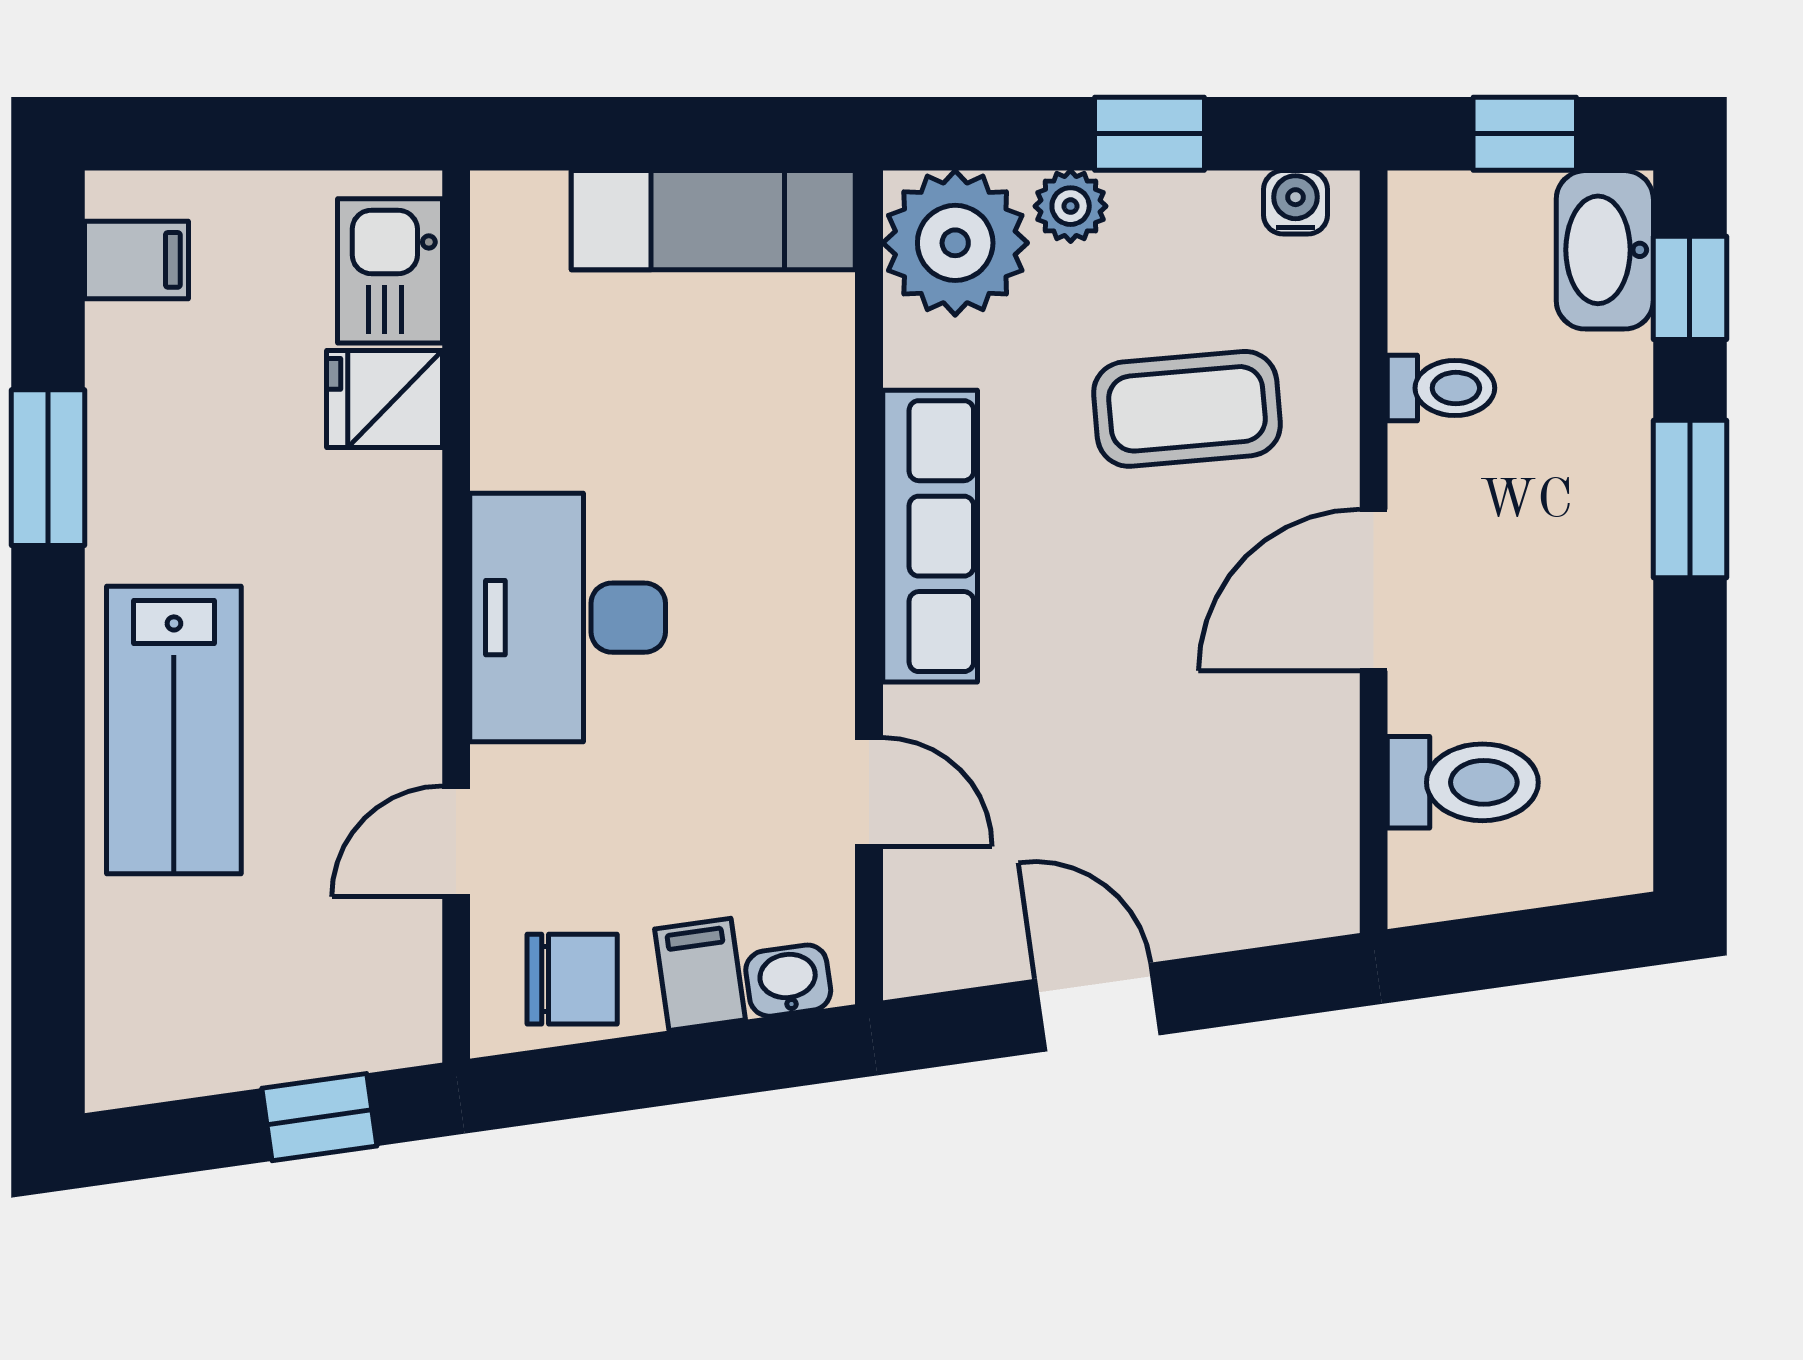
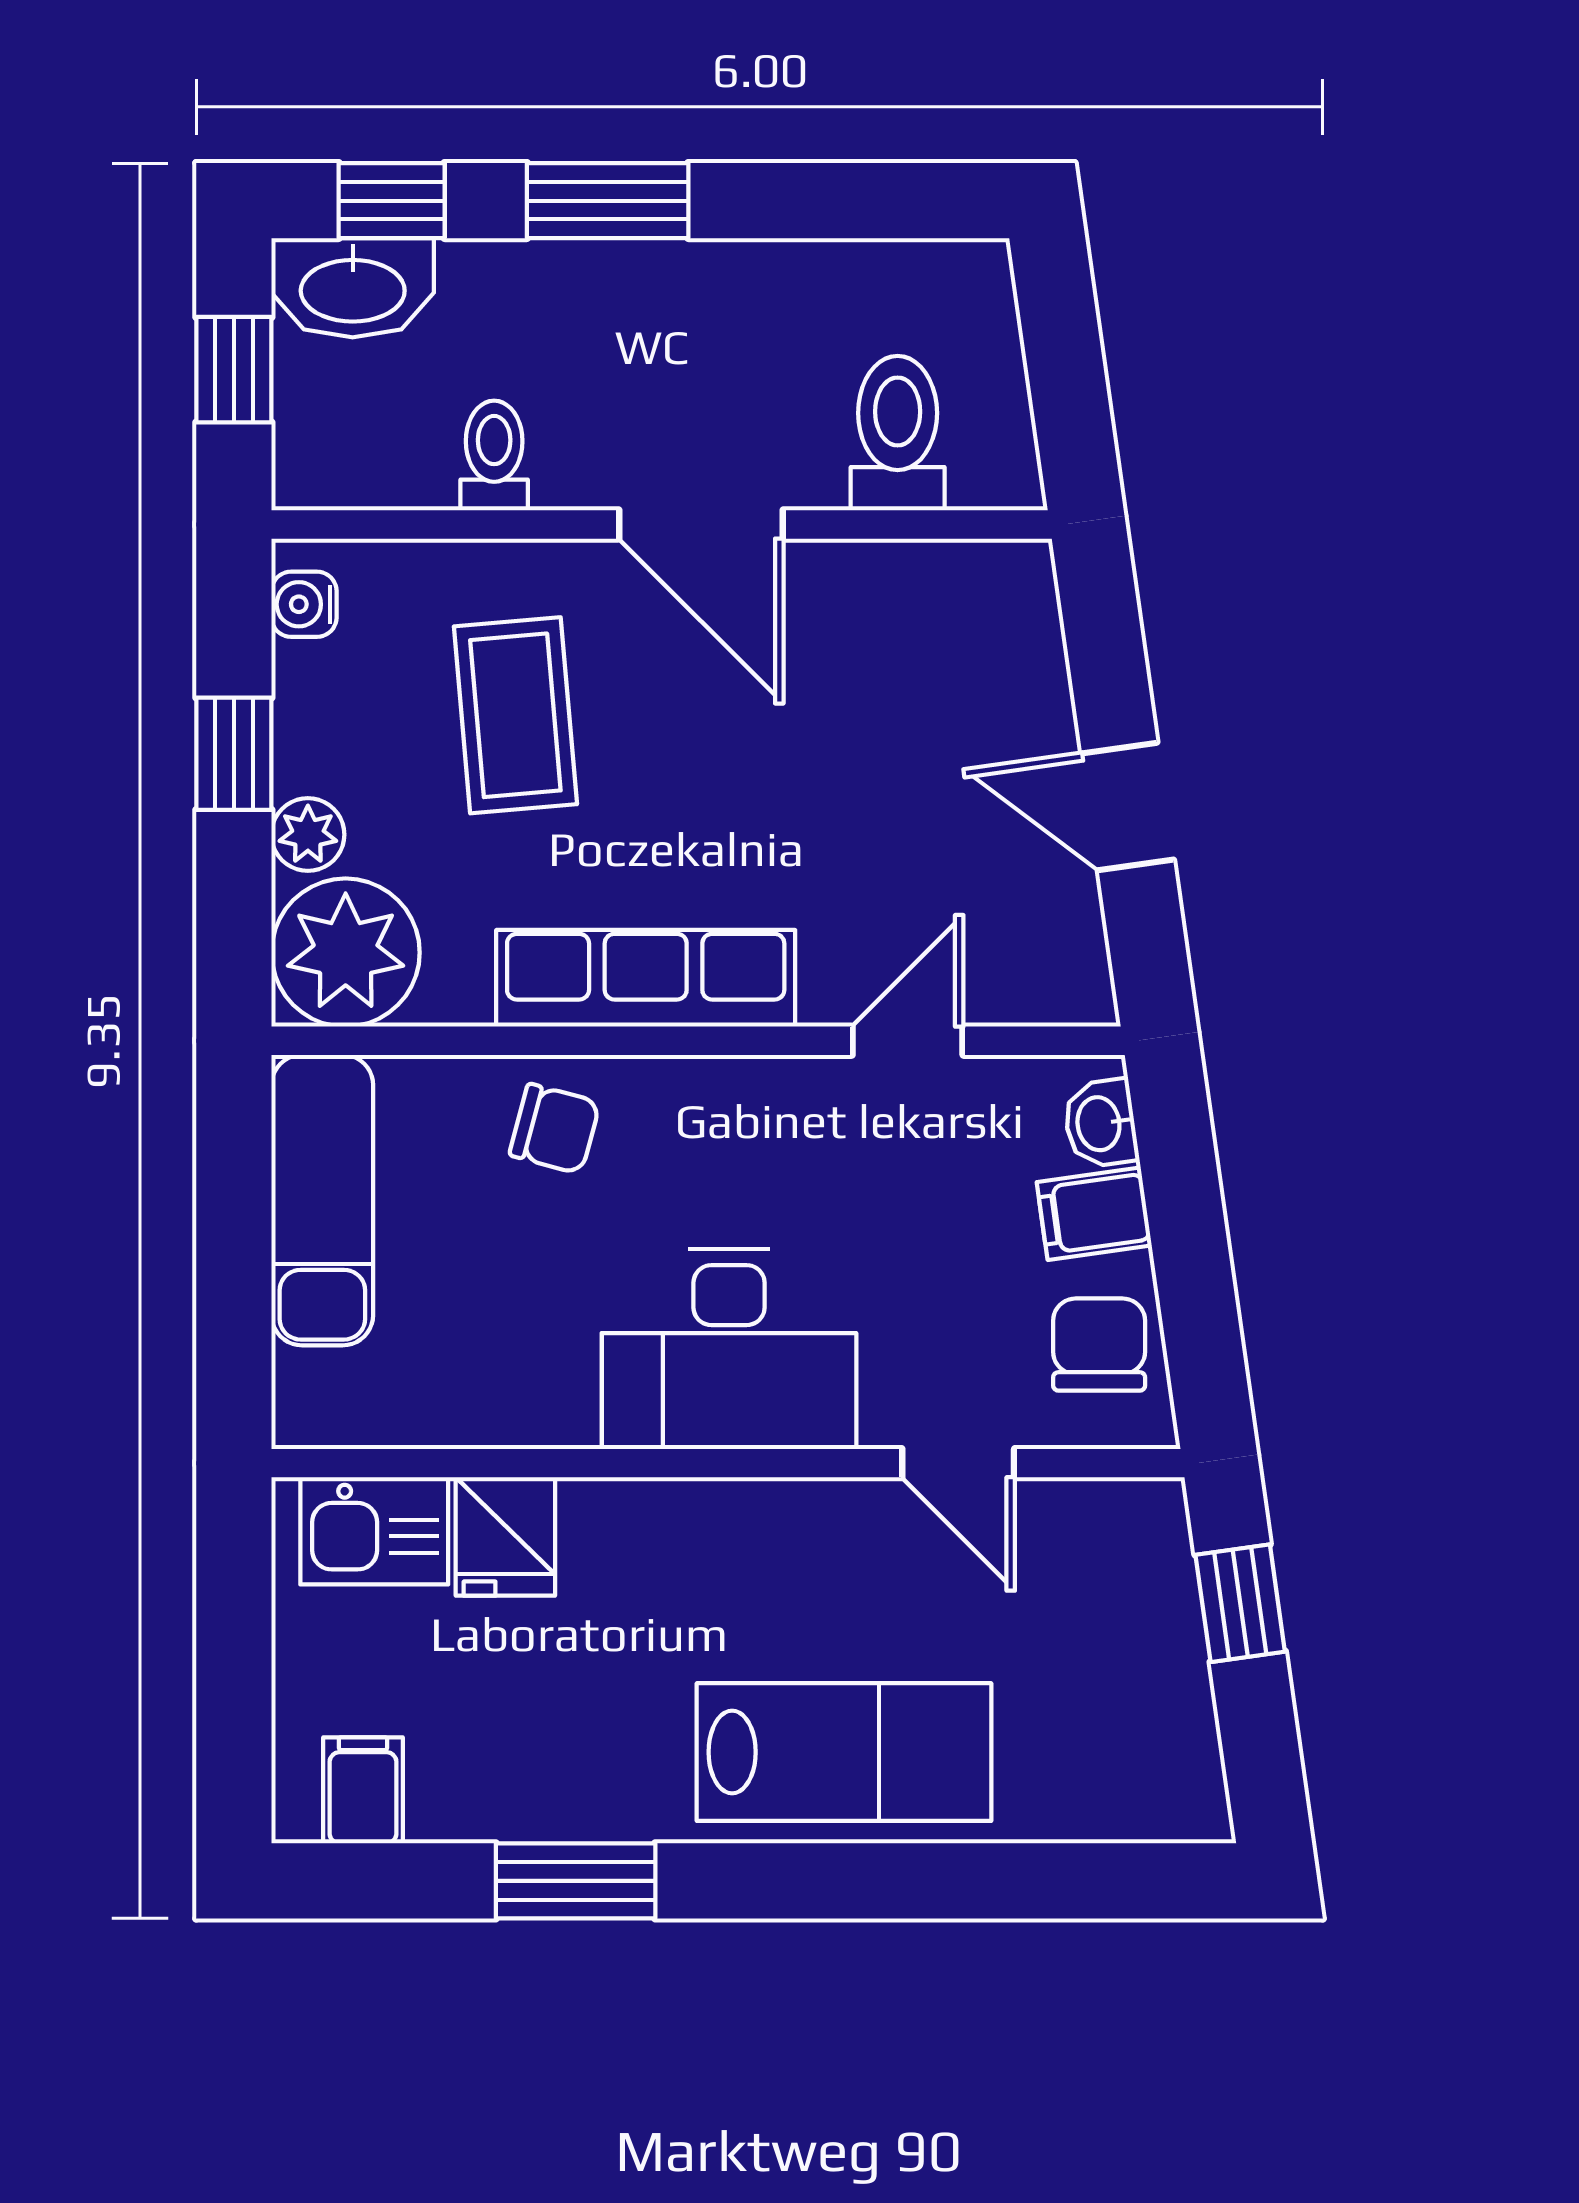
chair: (783, 447) -> (555, 1129), added
door: (1098, 1007) -> (1128, 806), hinge flipped

